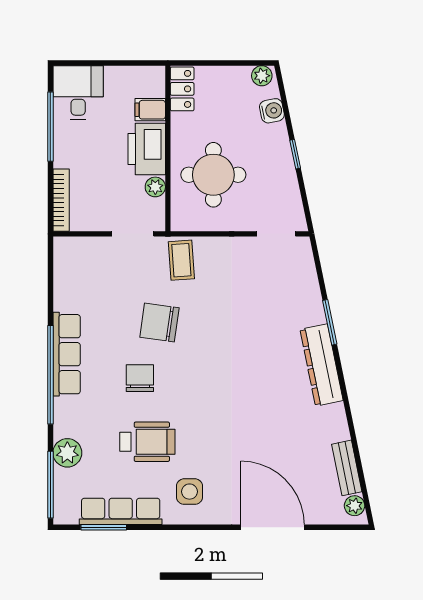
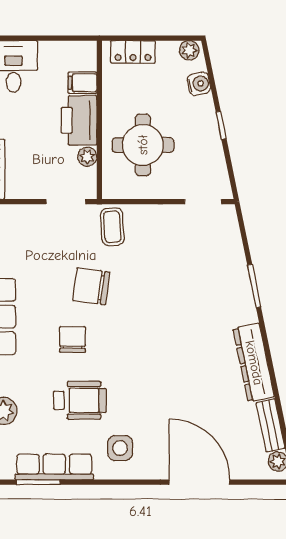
locker: (182, 89) -> (133, 52), moved, turned 90
dresser: (322, 365) -> (254, 363), moved

